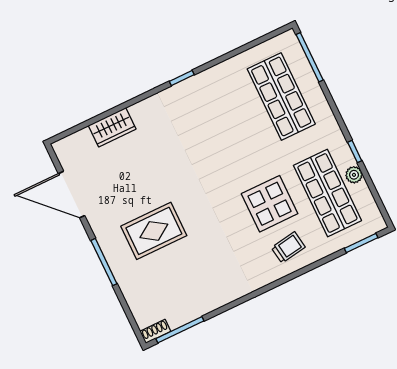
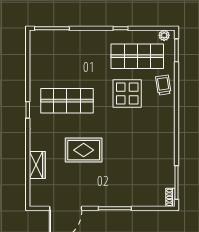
shop shelf: (281, 96) -> (67, 101), moved
plant: (354, 175) -> (164, 35), moved
rug: (154, 231) -> (84, 150), moved, turned 90
trolley: (288, 247) -> (163, 85), moved

